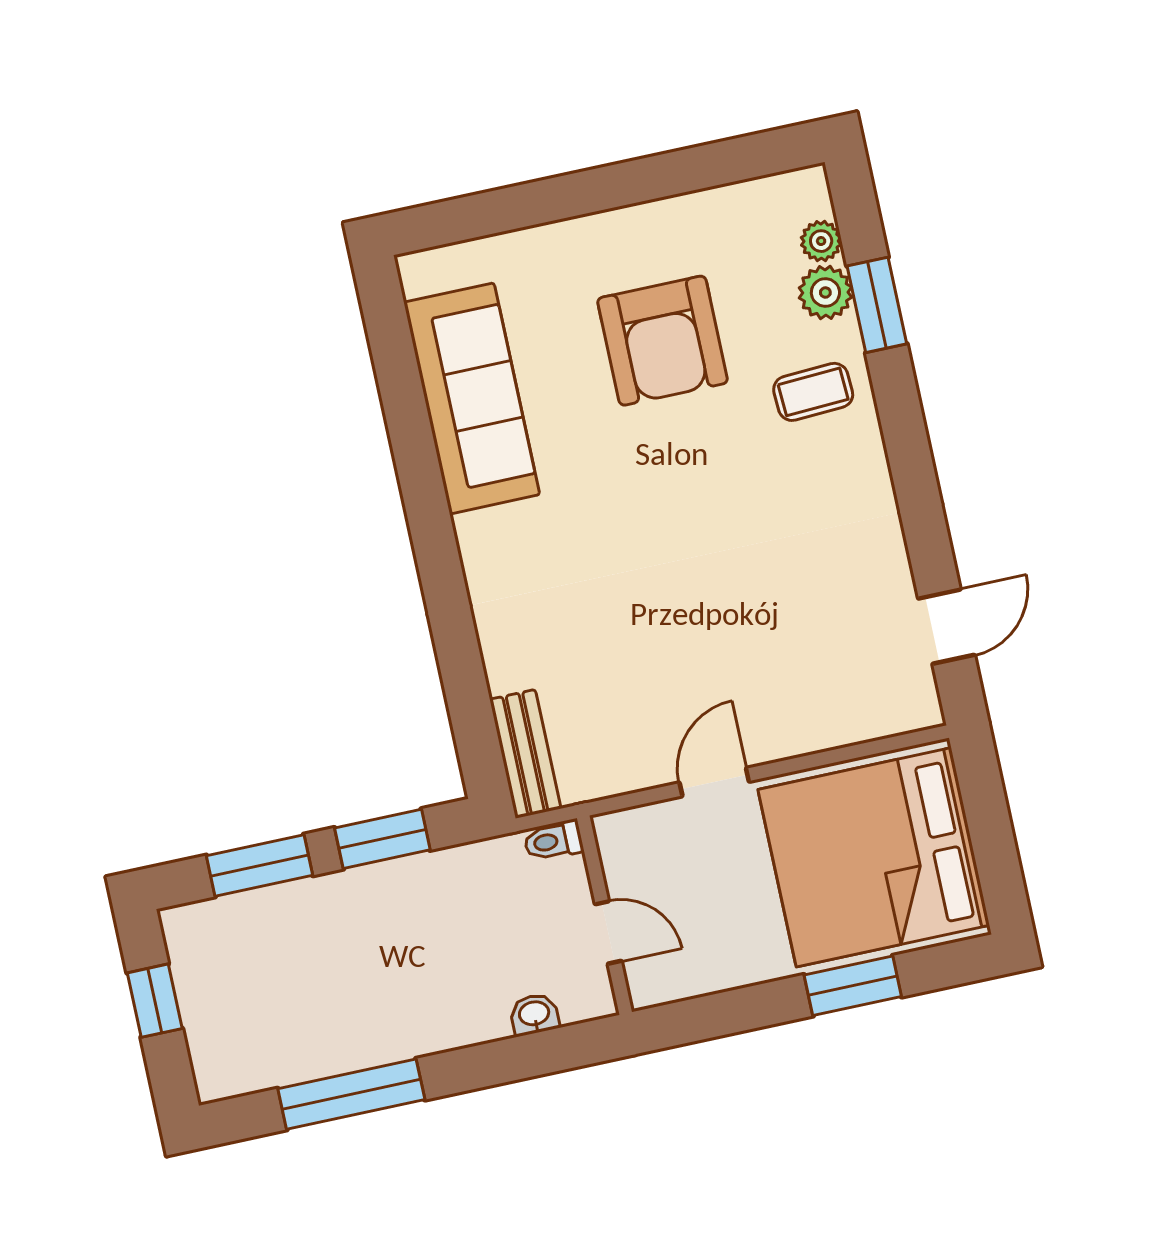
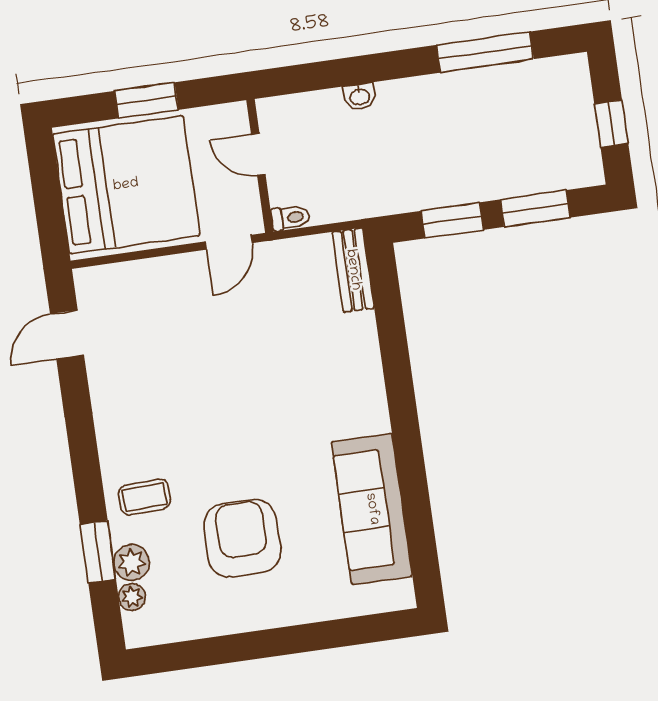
toilet: (553, 841) -> (290, 218), moved
wall: (605, 915) -> (260, 166), moved
door: (608, 932) -> (258, 154), moved

